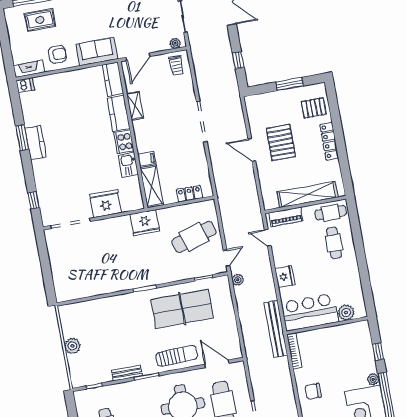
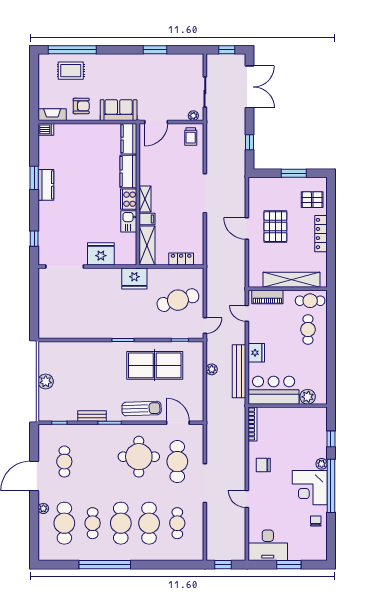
shelving: (135, 106) -> (145, 199), moved
plant: (238, 280) -> (212, 369), moved
bench: (276, 329) -> (239, 371), moved

